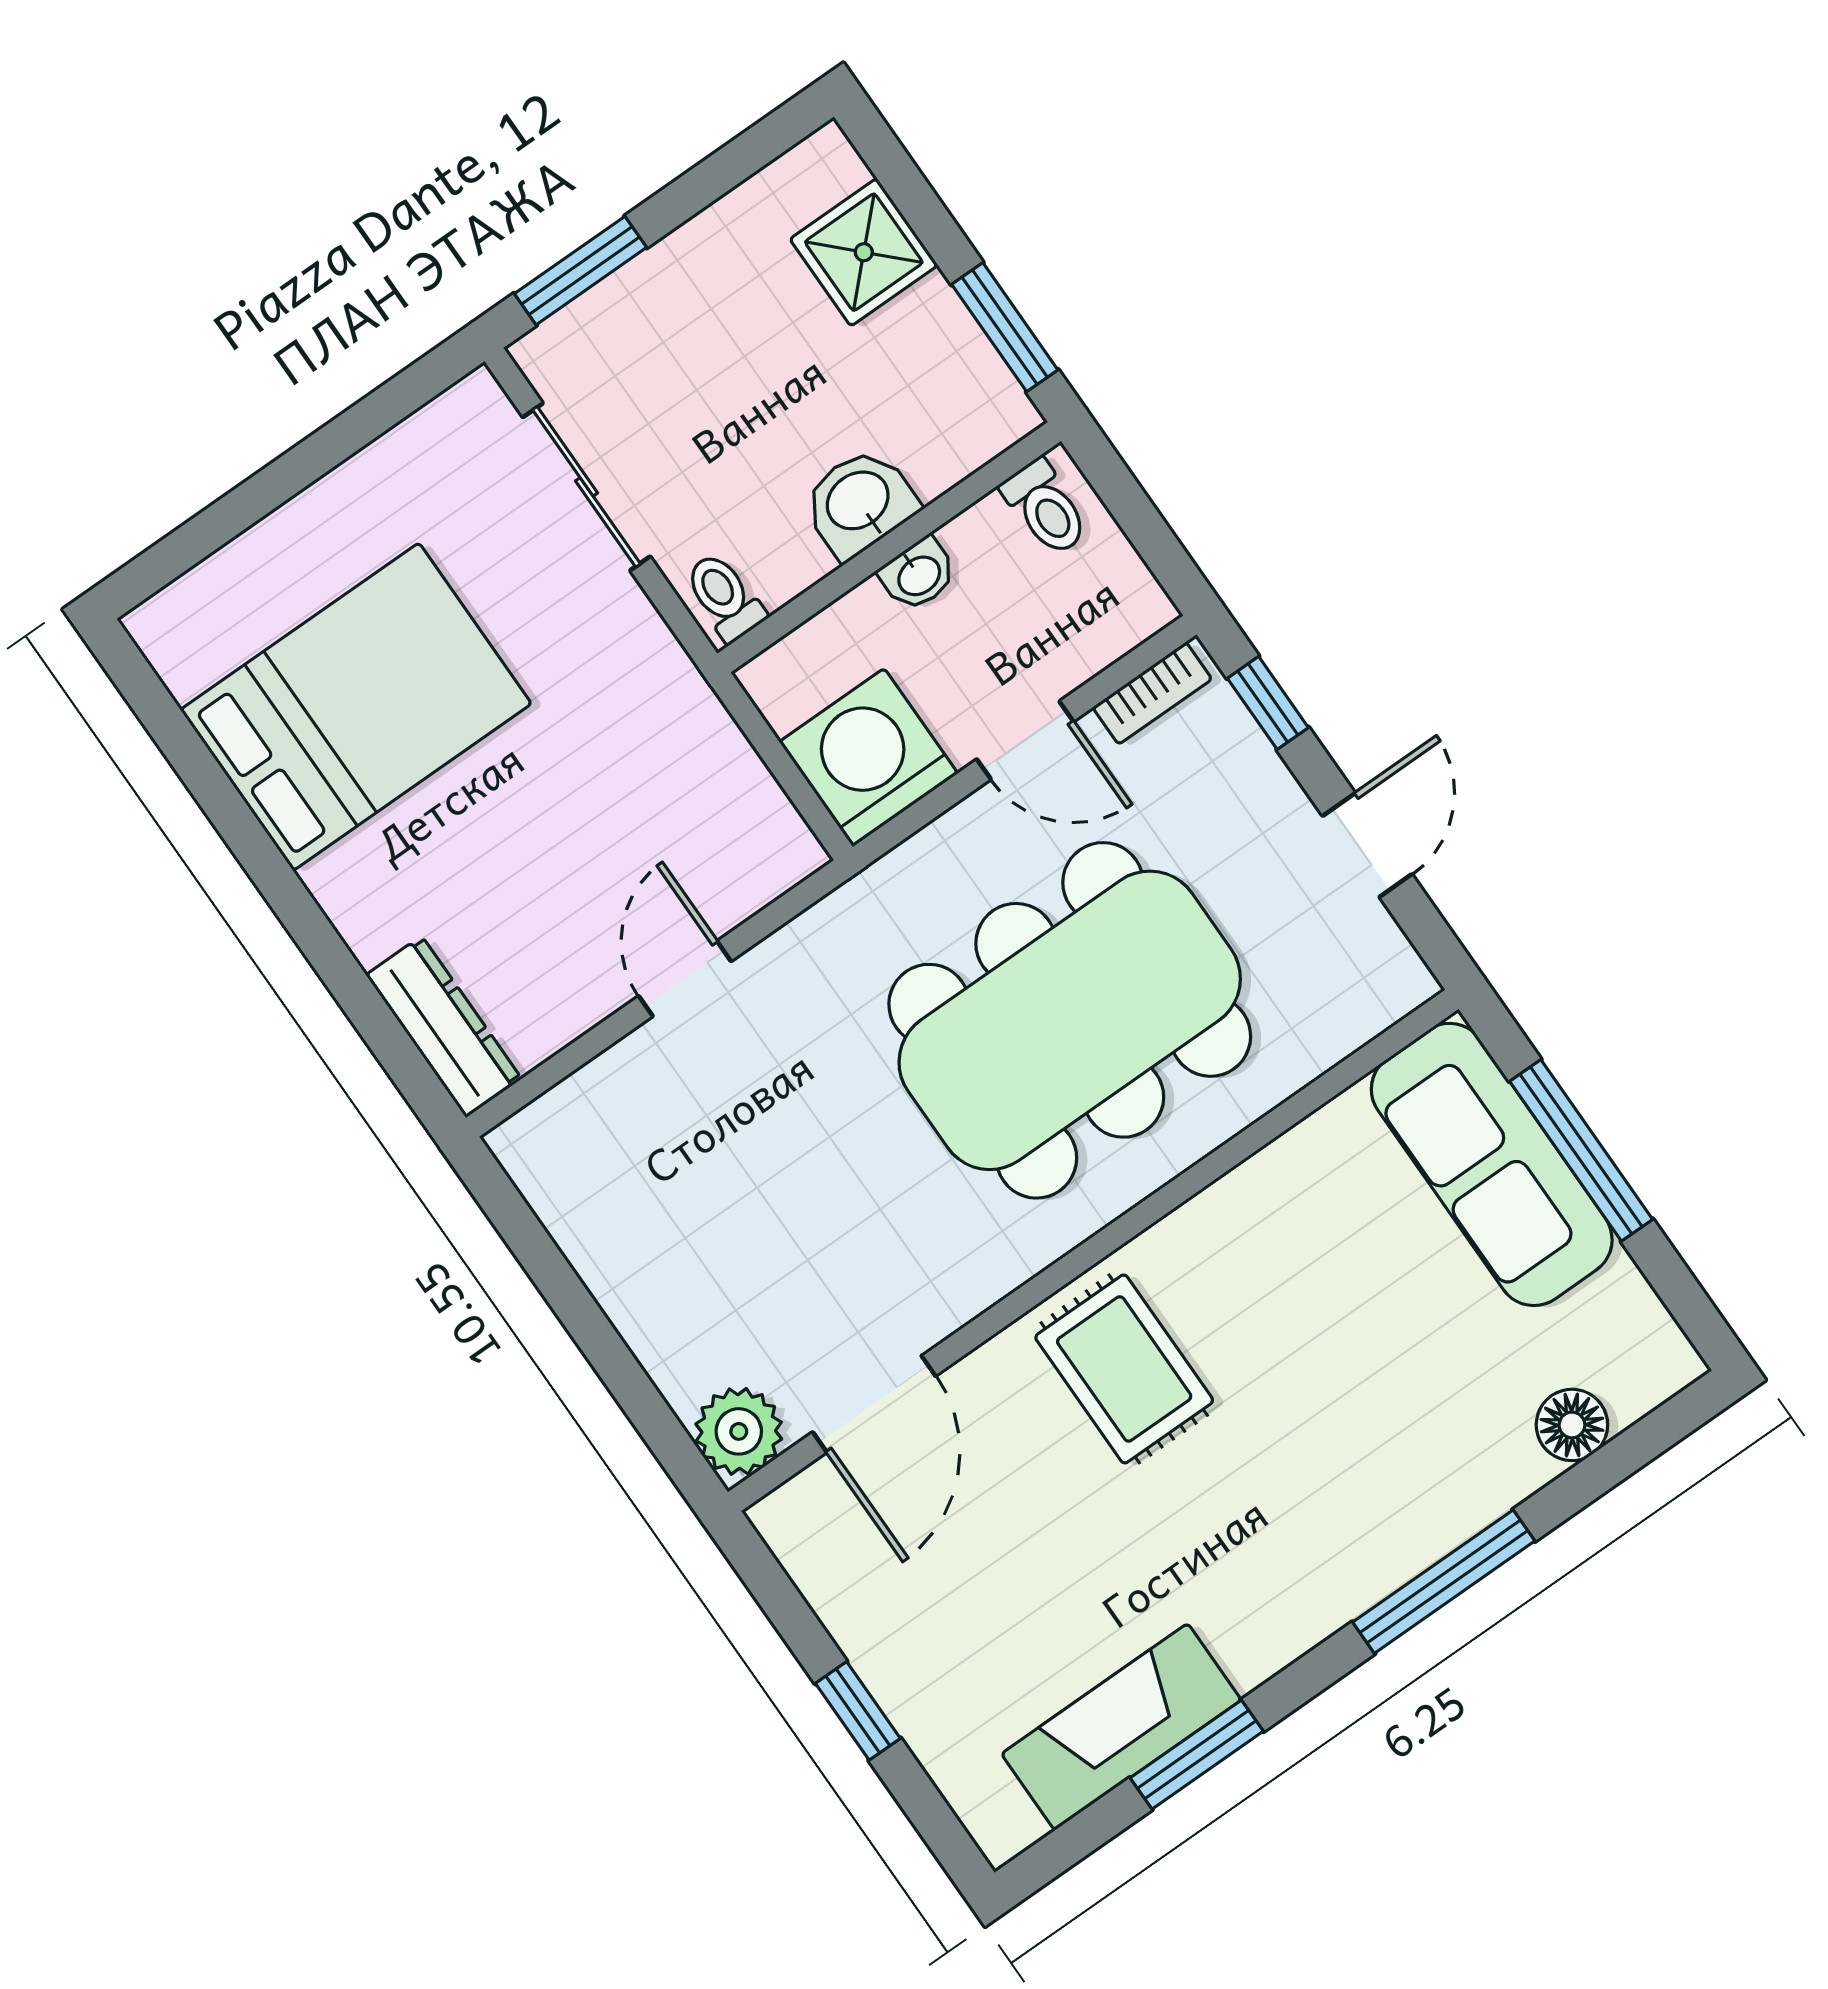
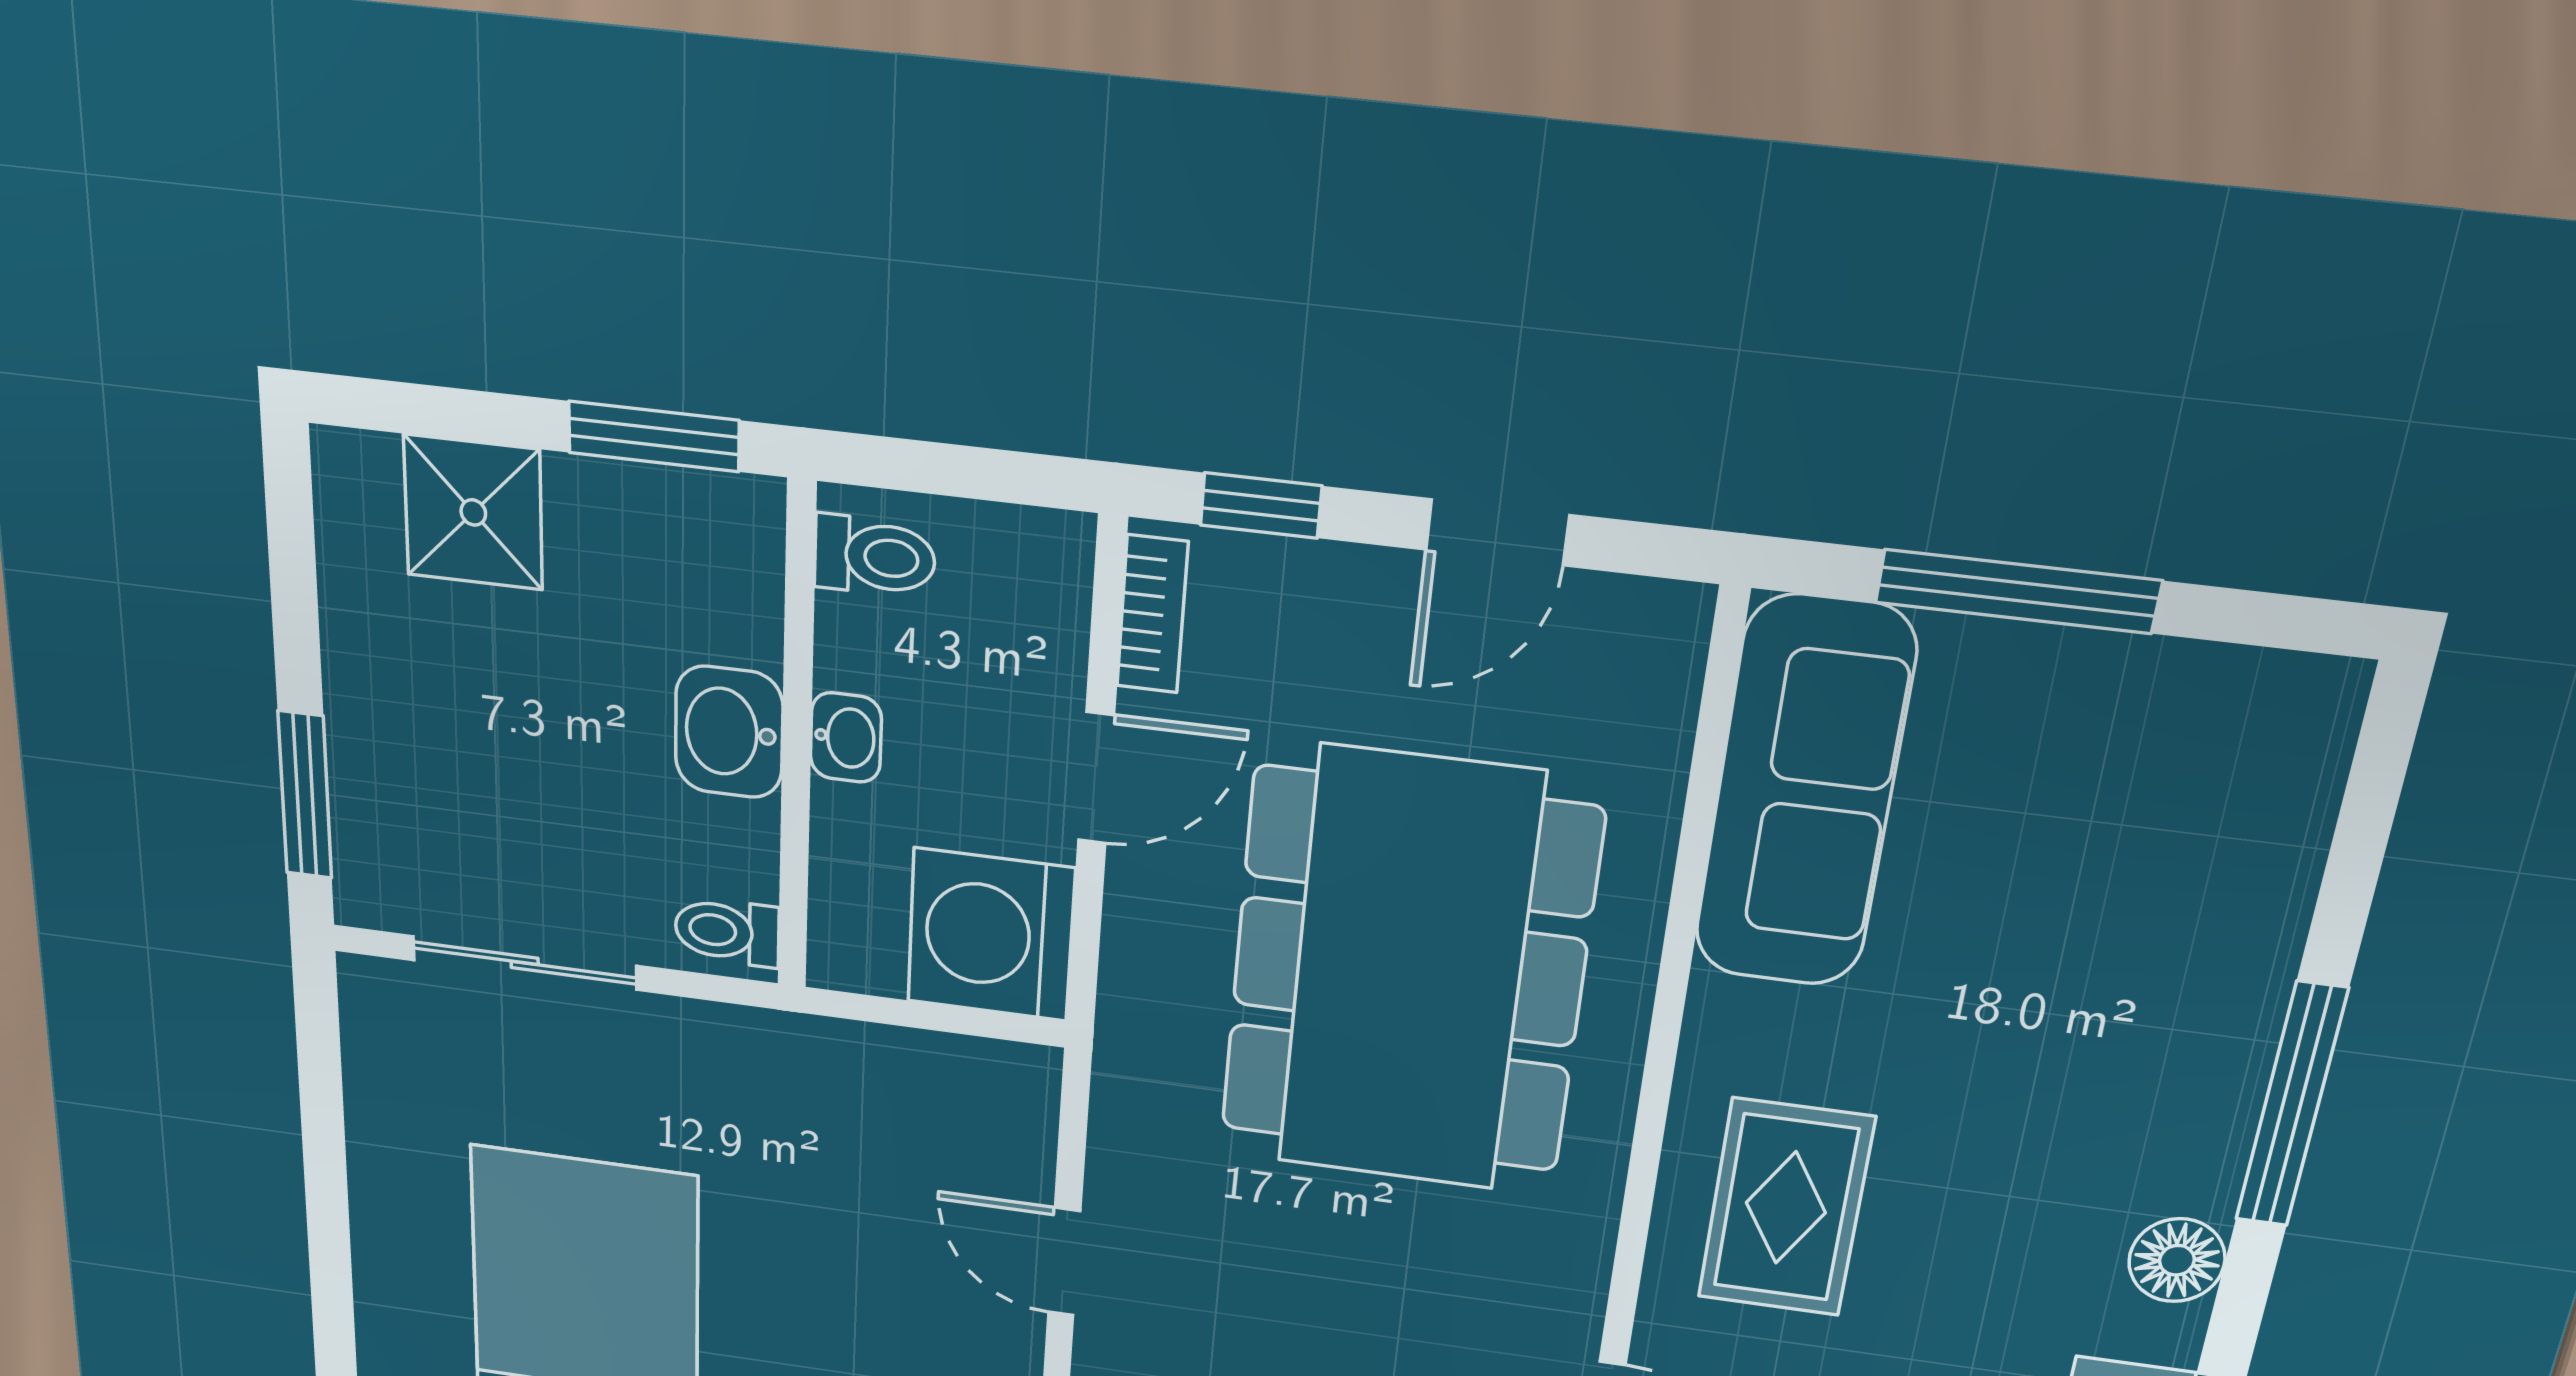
door: (1367, 845) -> (1497, 532), swing flipped
sofa: (1492, 1164) -> (1804, 794), moved, turned -90
rug: (1124, 1369) -> (1786, 1208), turned 90
floor lamp: (1572, 1425) -> (2177, 1260), moved

